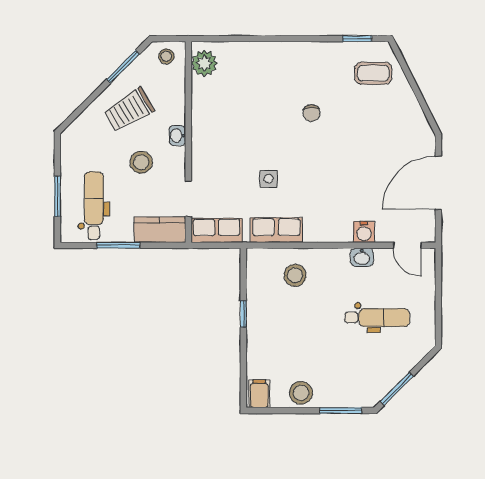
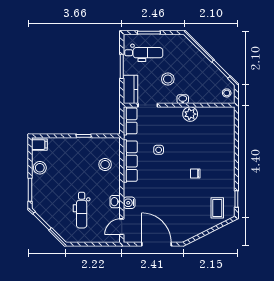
plant: (204, 63) -> (190, 114), moved
trolley: (129, 110) -> (197, 72), removed
row of seats: (276, 230) -> (130, 161), width x1.48

